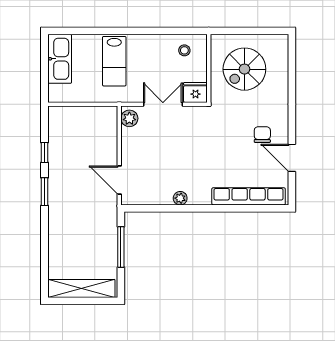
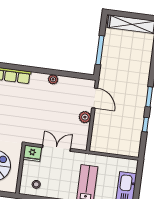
double door: (163, 104) -> (57, 148), swing flipped
plant: (129, 118) -> (85, 117), moved

